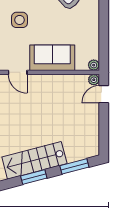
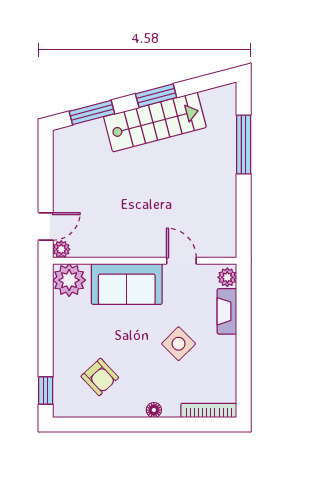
side table: (20, 20) -> (179, 344), turned 45
plant: (94, 65) -> (69, 280), width x1.87, depth x1.87

